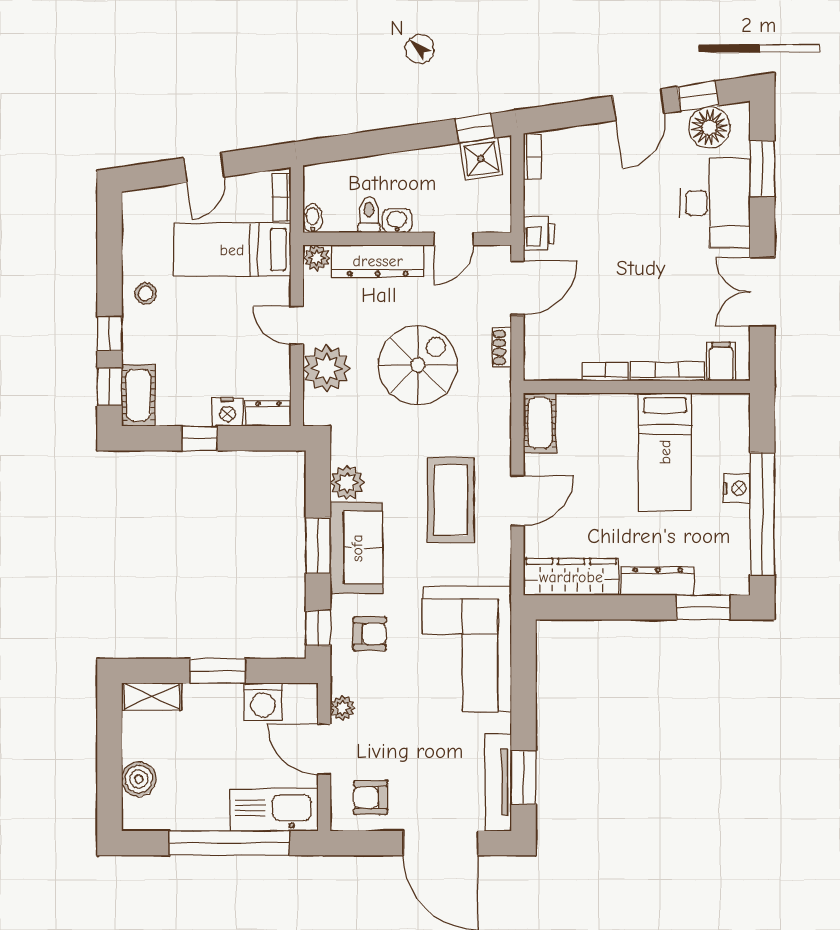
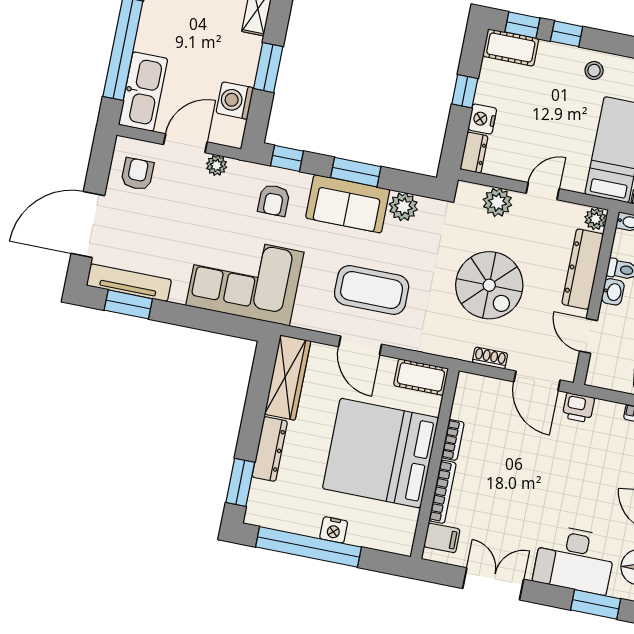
plant: (326, 369) -> (497, 202), width x0.73, depth x0.73
bed: (665, 452) -> (380, 453), width x2.04

